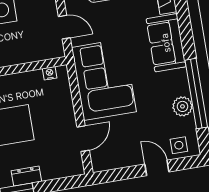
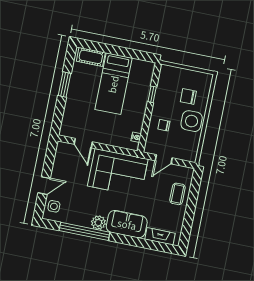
chair: (20, 43) -> (164, 125), added
plant: (182, 106) -> (98, 223), moved
dresser: (26, 176) -> (72, 95), removed

